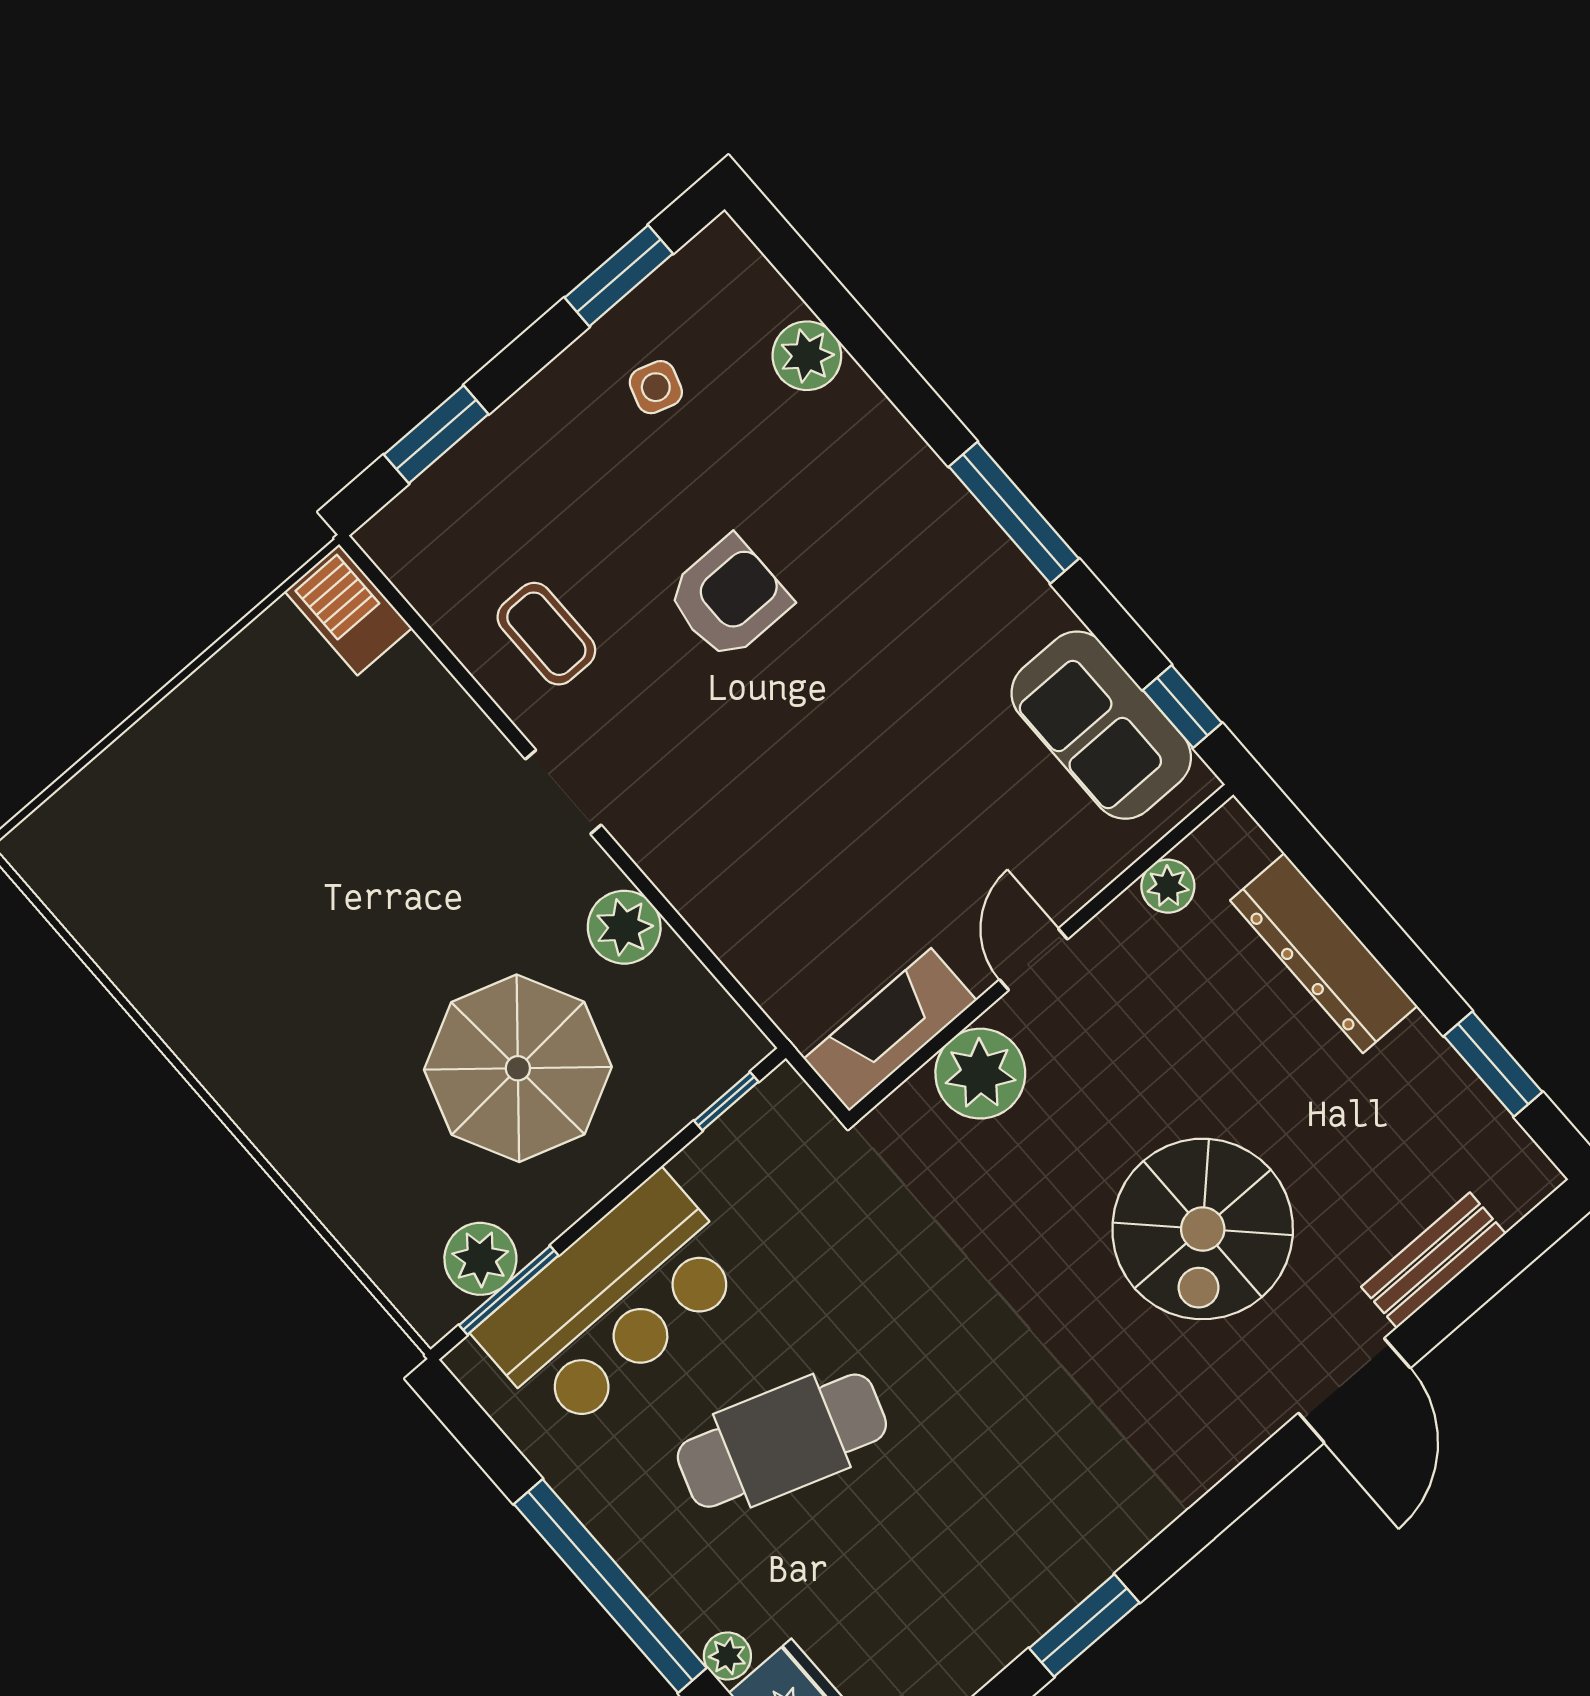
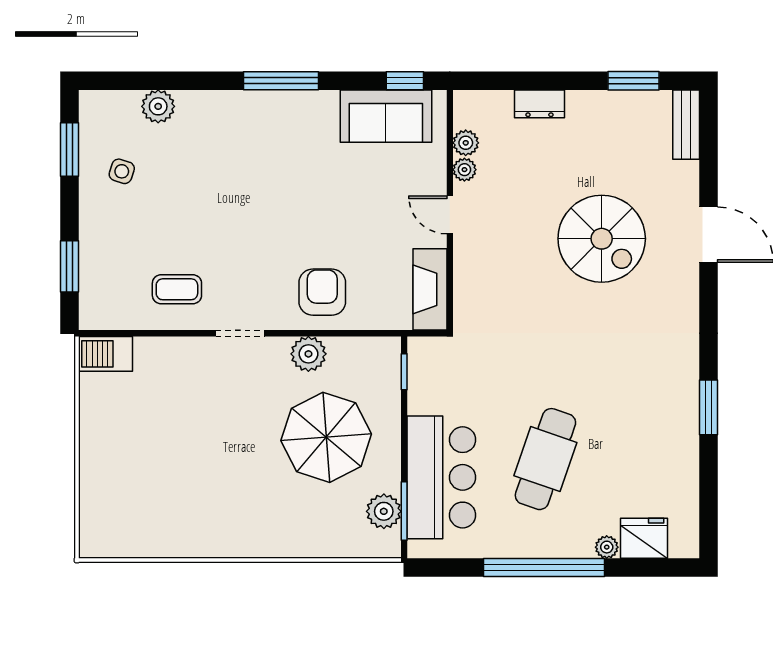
armchair: (729, 598) -> (322, 292), moved
dresser: (1324, 953) -> (539, 104), width x0.51, depth x0.80
plant: (980, 1074) -> (464, 170), moved, width x0.53, depth x0.53
bench: (1433, 1260) -> (686, 125), moved

